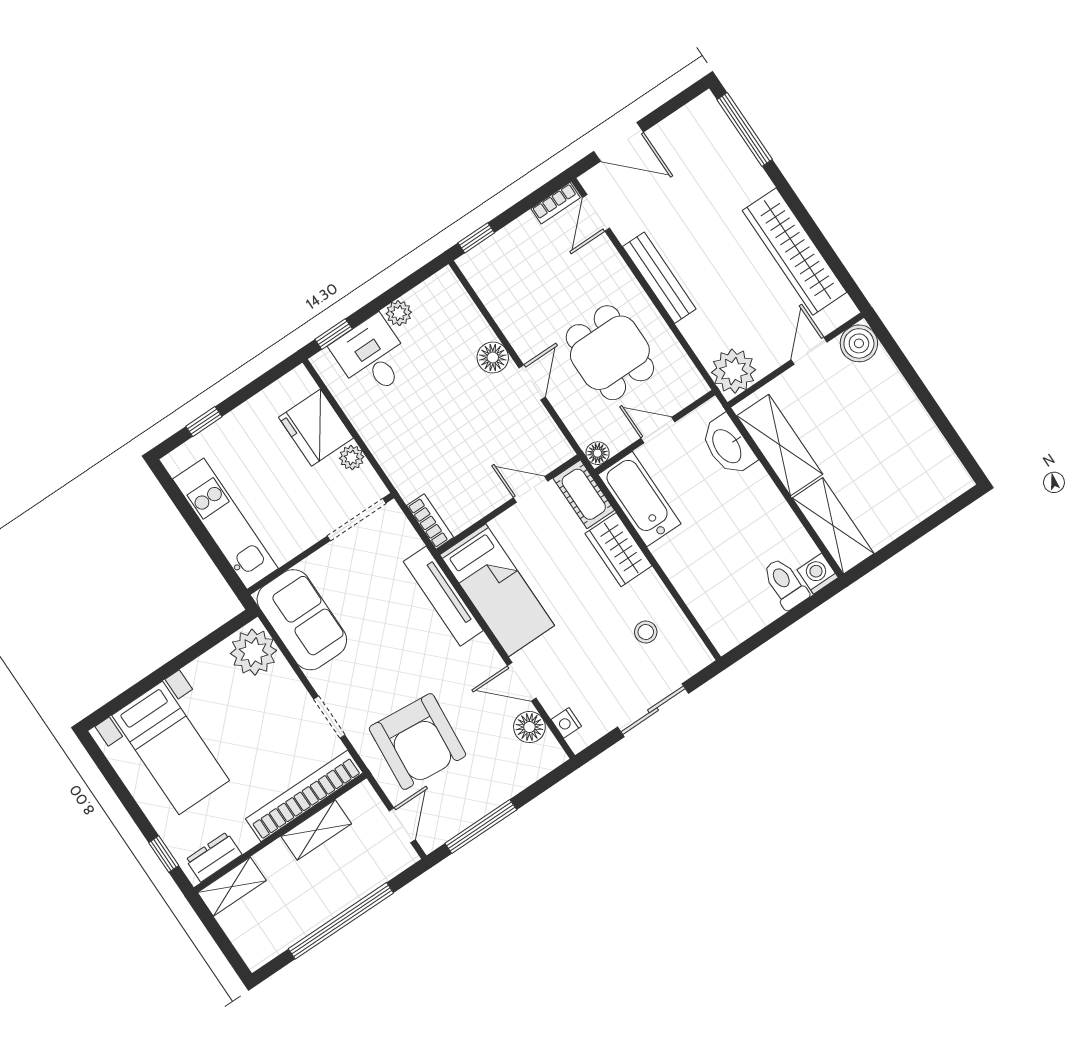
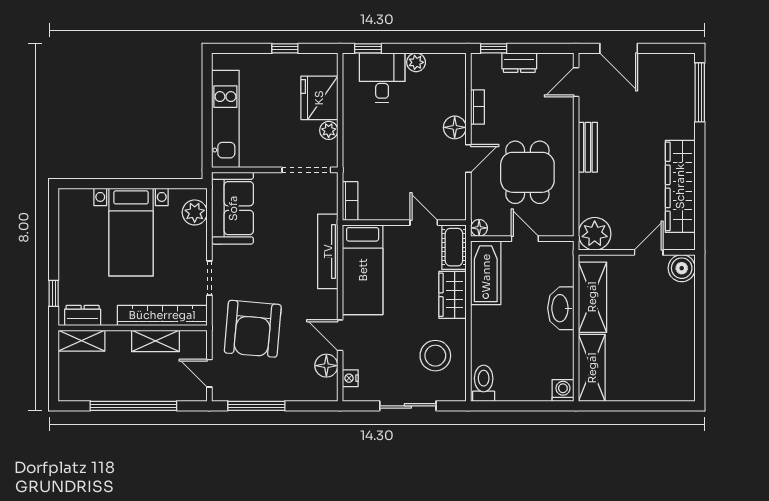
bookcase: (556, 203) -> (478, 107), moved, turned -90
dresser: (516, 234) -> (519, 63), added
bench: (659, 278) -> (588, 147), width x0.73
window: (204, 422) -> (285, 48), moved
washbasin: (728, 446) -> (561, 308), moved
toilet: (785, 584) -> (484, 383), moved
stool: (646, 632) -> (435, 356), width x1.89, depth x1.89
plant: (253, 652) -> (195, 212), width x0.73, depth x0.73
bed with nightstands: (171, 748) -> (131, 232), moved
door: (402, 825) -> (209, 373), swing flipped

